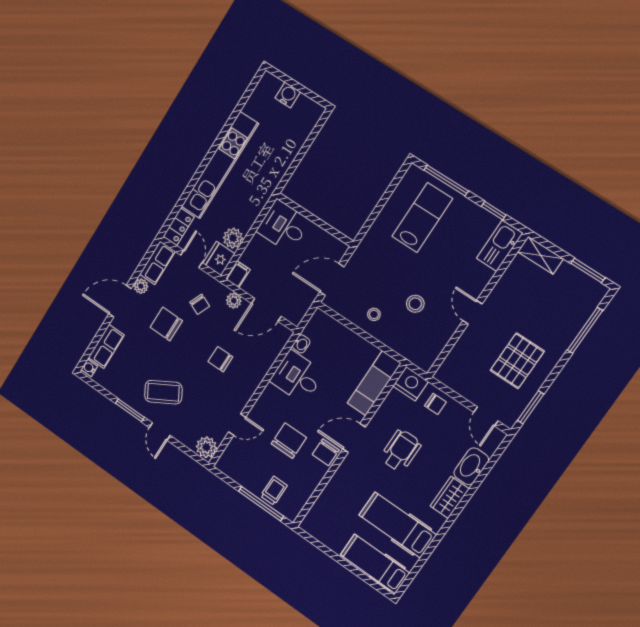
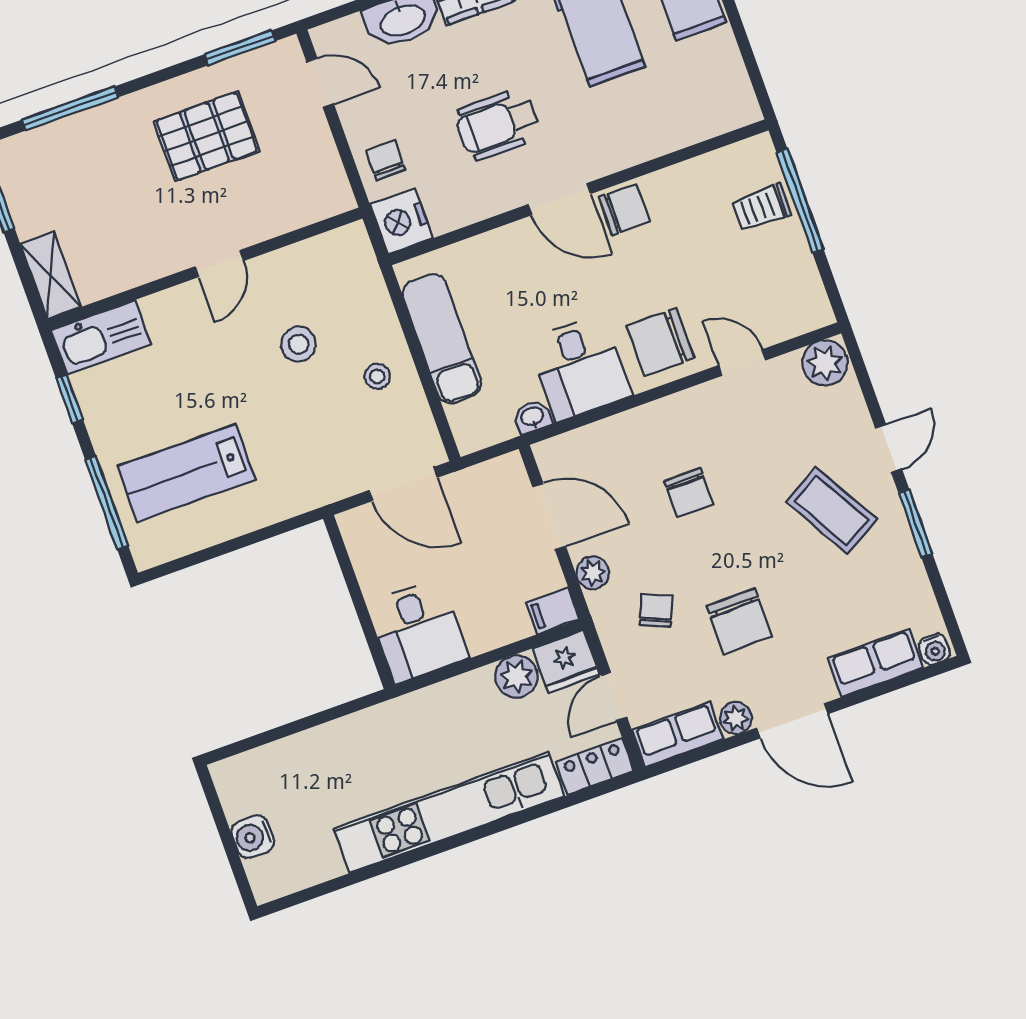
exam couch: (374, 383) -> (442, 339), moved, turned -90
door: (486, 416) -> (320, 83), hinge flipped
chair: (289, 441) -> (660, 342), moved

